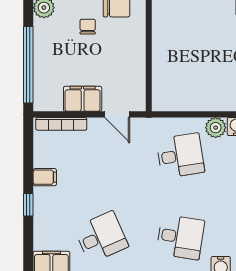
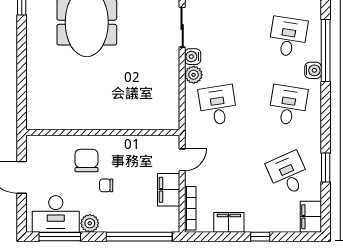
filing cabinet: (45, 177) -> (229, 222), width x2.00

